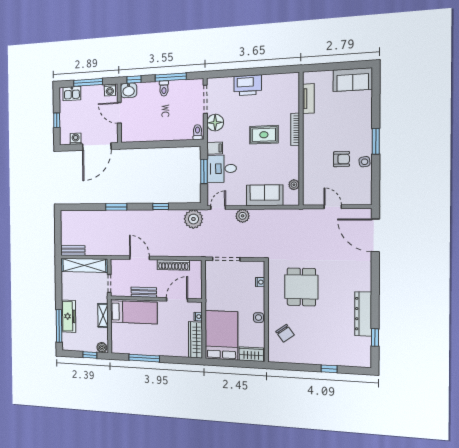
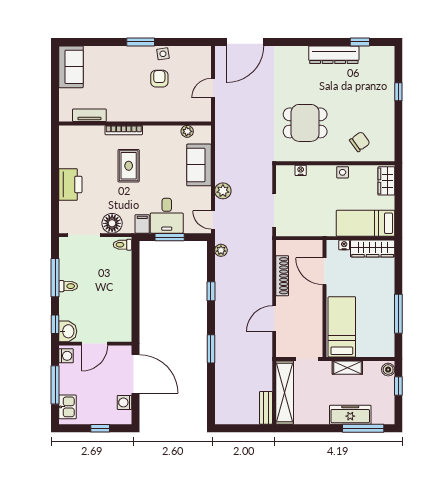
plant: (193, 219) -> (221, 250), width x0.53, depth x0.53
bench: (144, 292) -> (317, 314), removed
bed: (221, 335) -> (366, 223), width x0.67

